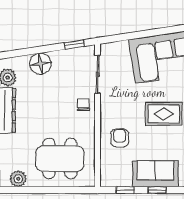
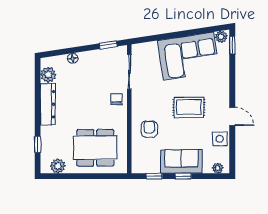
floor lamp: (40, 64) -> (73, 58), width x0.53, depth x0.53

